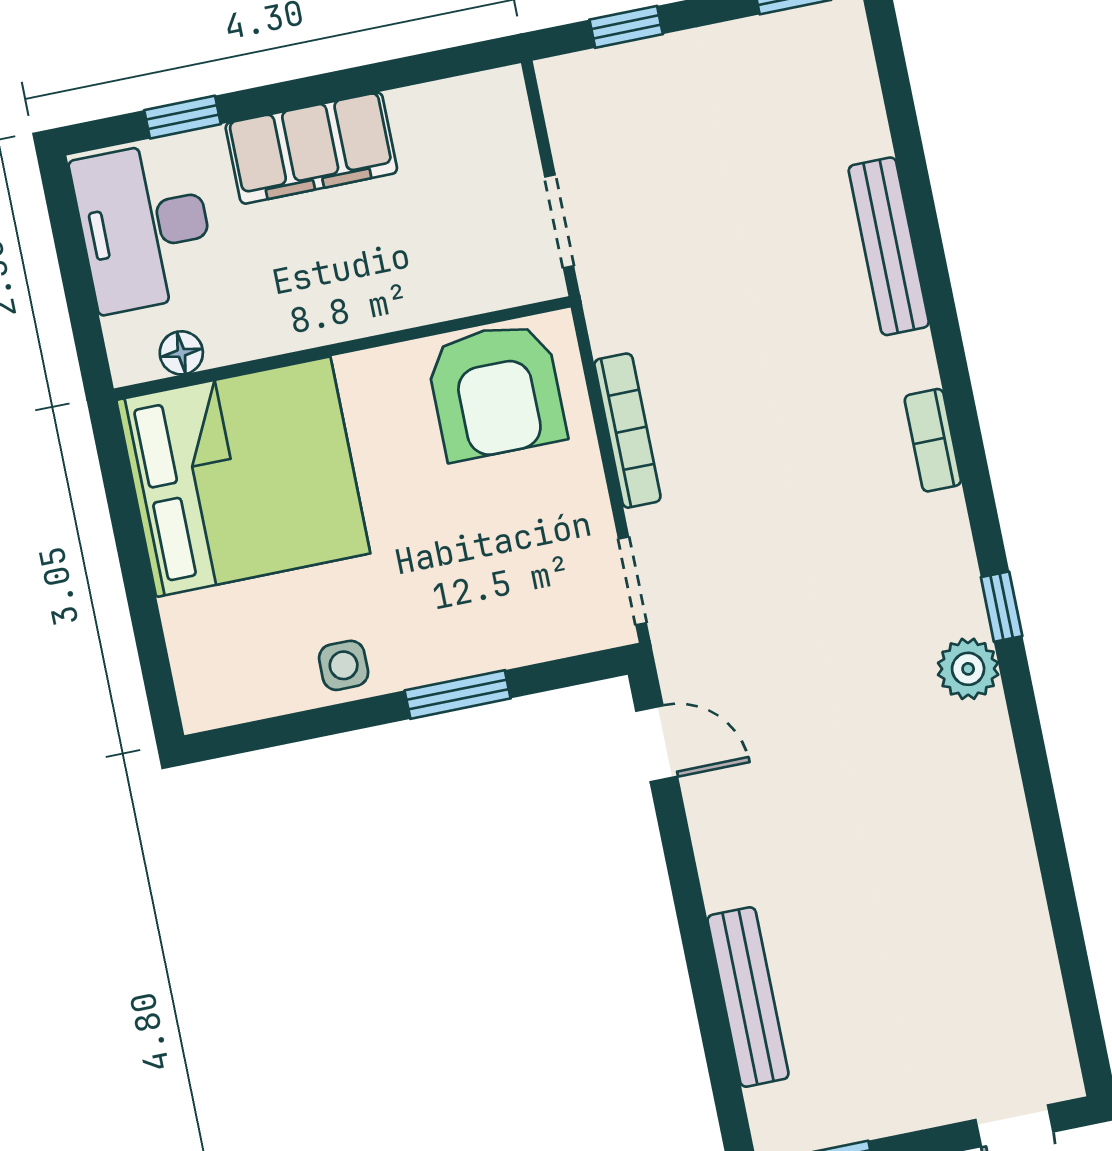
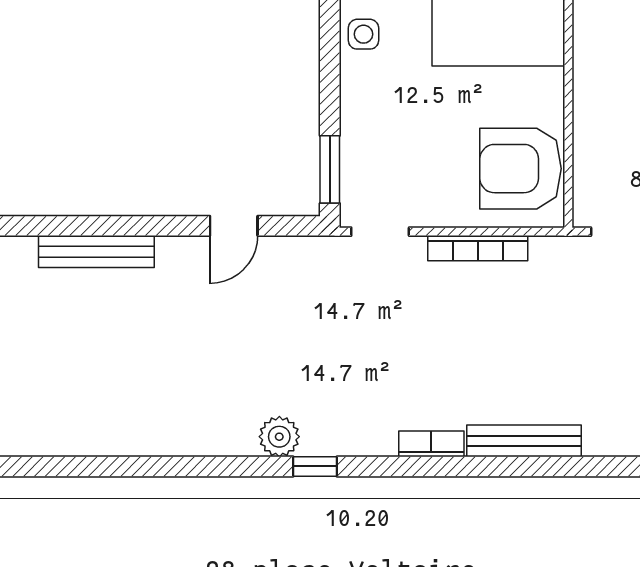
bench: (889, 246) -> (524, 441), moved
window: (458, 694) -> (330, 169), moved
door: (657, 744) -> (234, 226), moved

